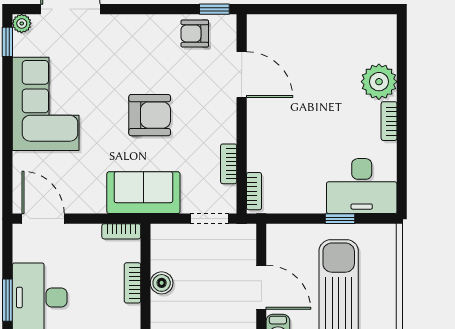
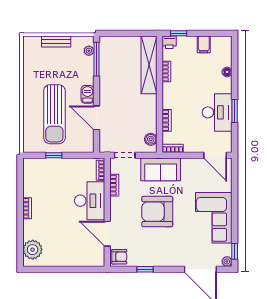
window: (214, 9) -> (145, 269), moved
armchair: (195, 34) -> (119, 257), moved
plant: (379, 82) -> (33, 250), moved
armchair: (150, 115) -> (157, 212), width x1.36, depth x1.36
desk: (362, 186) -> (90, 201), moved, turned 90
boiler: (162, 283) -> (151, 139), moved

